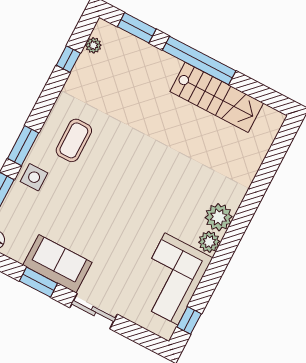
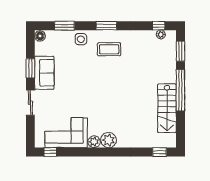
window: (68, 59) -> (159, 26), moved
window: (23, 146) -> (106, 26), moved
window: (280, 146) -> (160, 152), added

